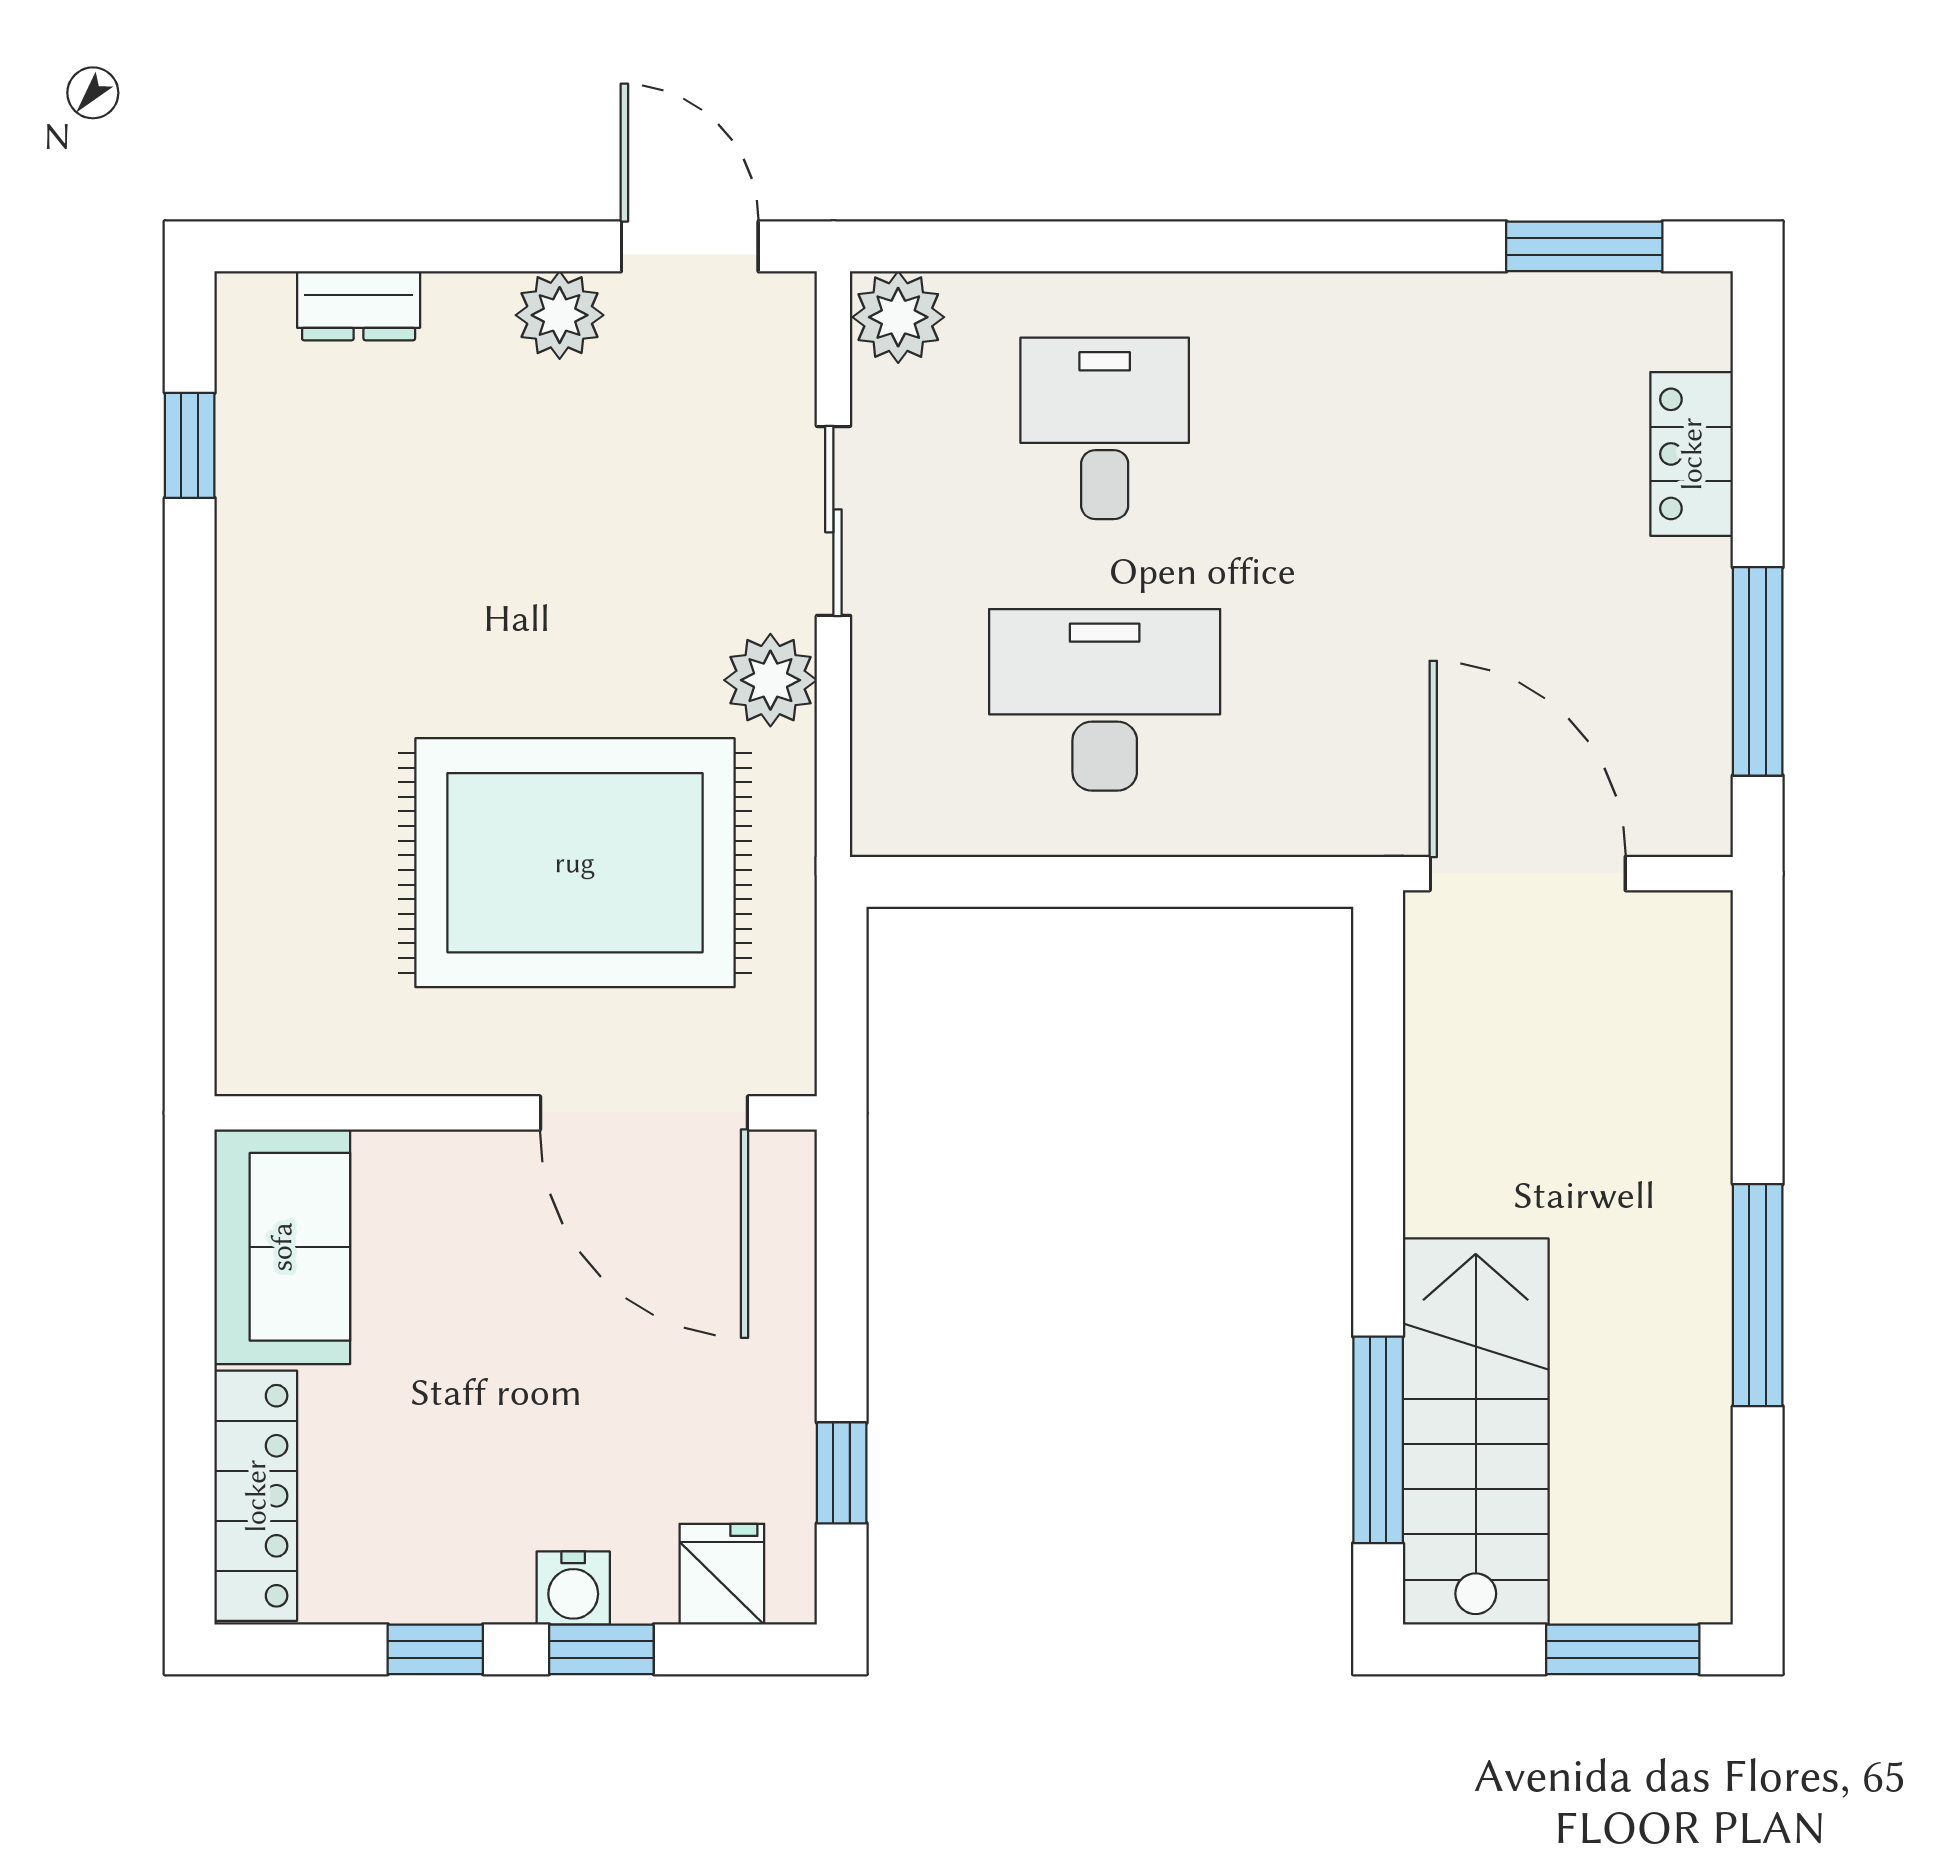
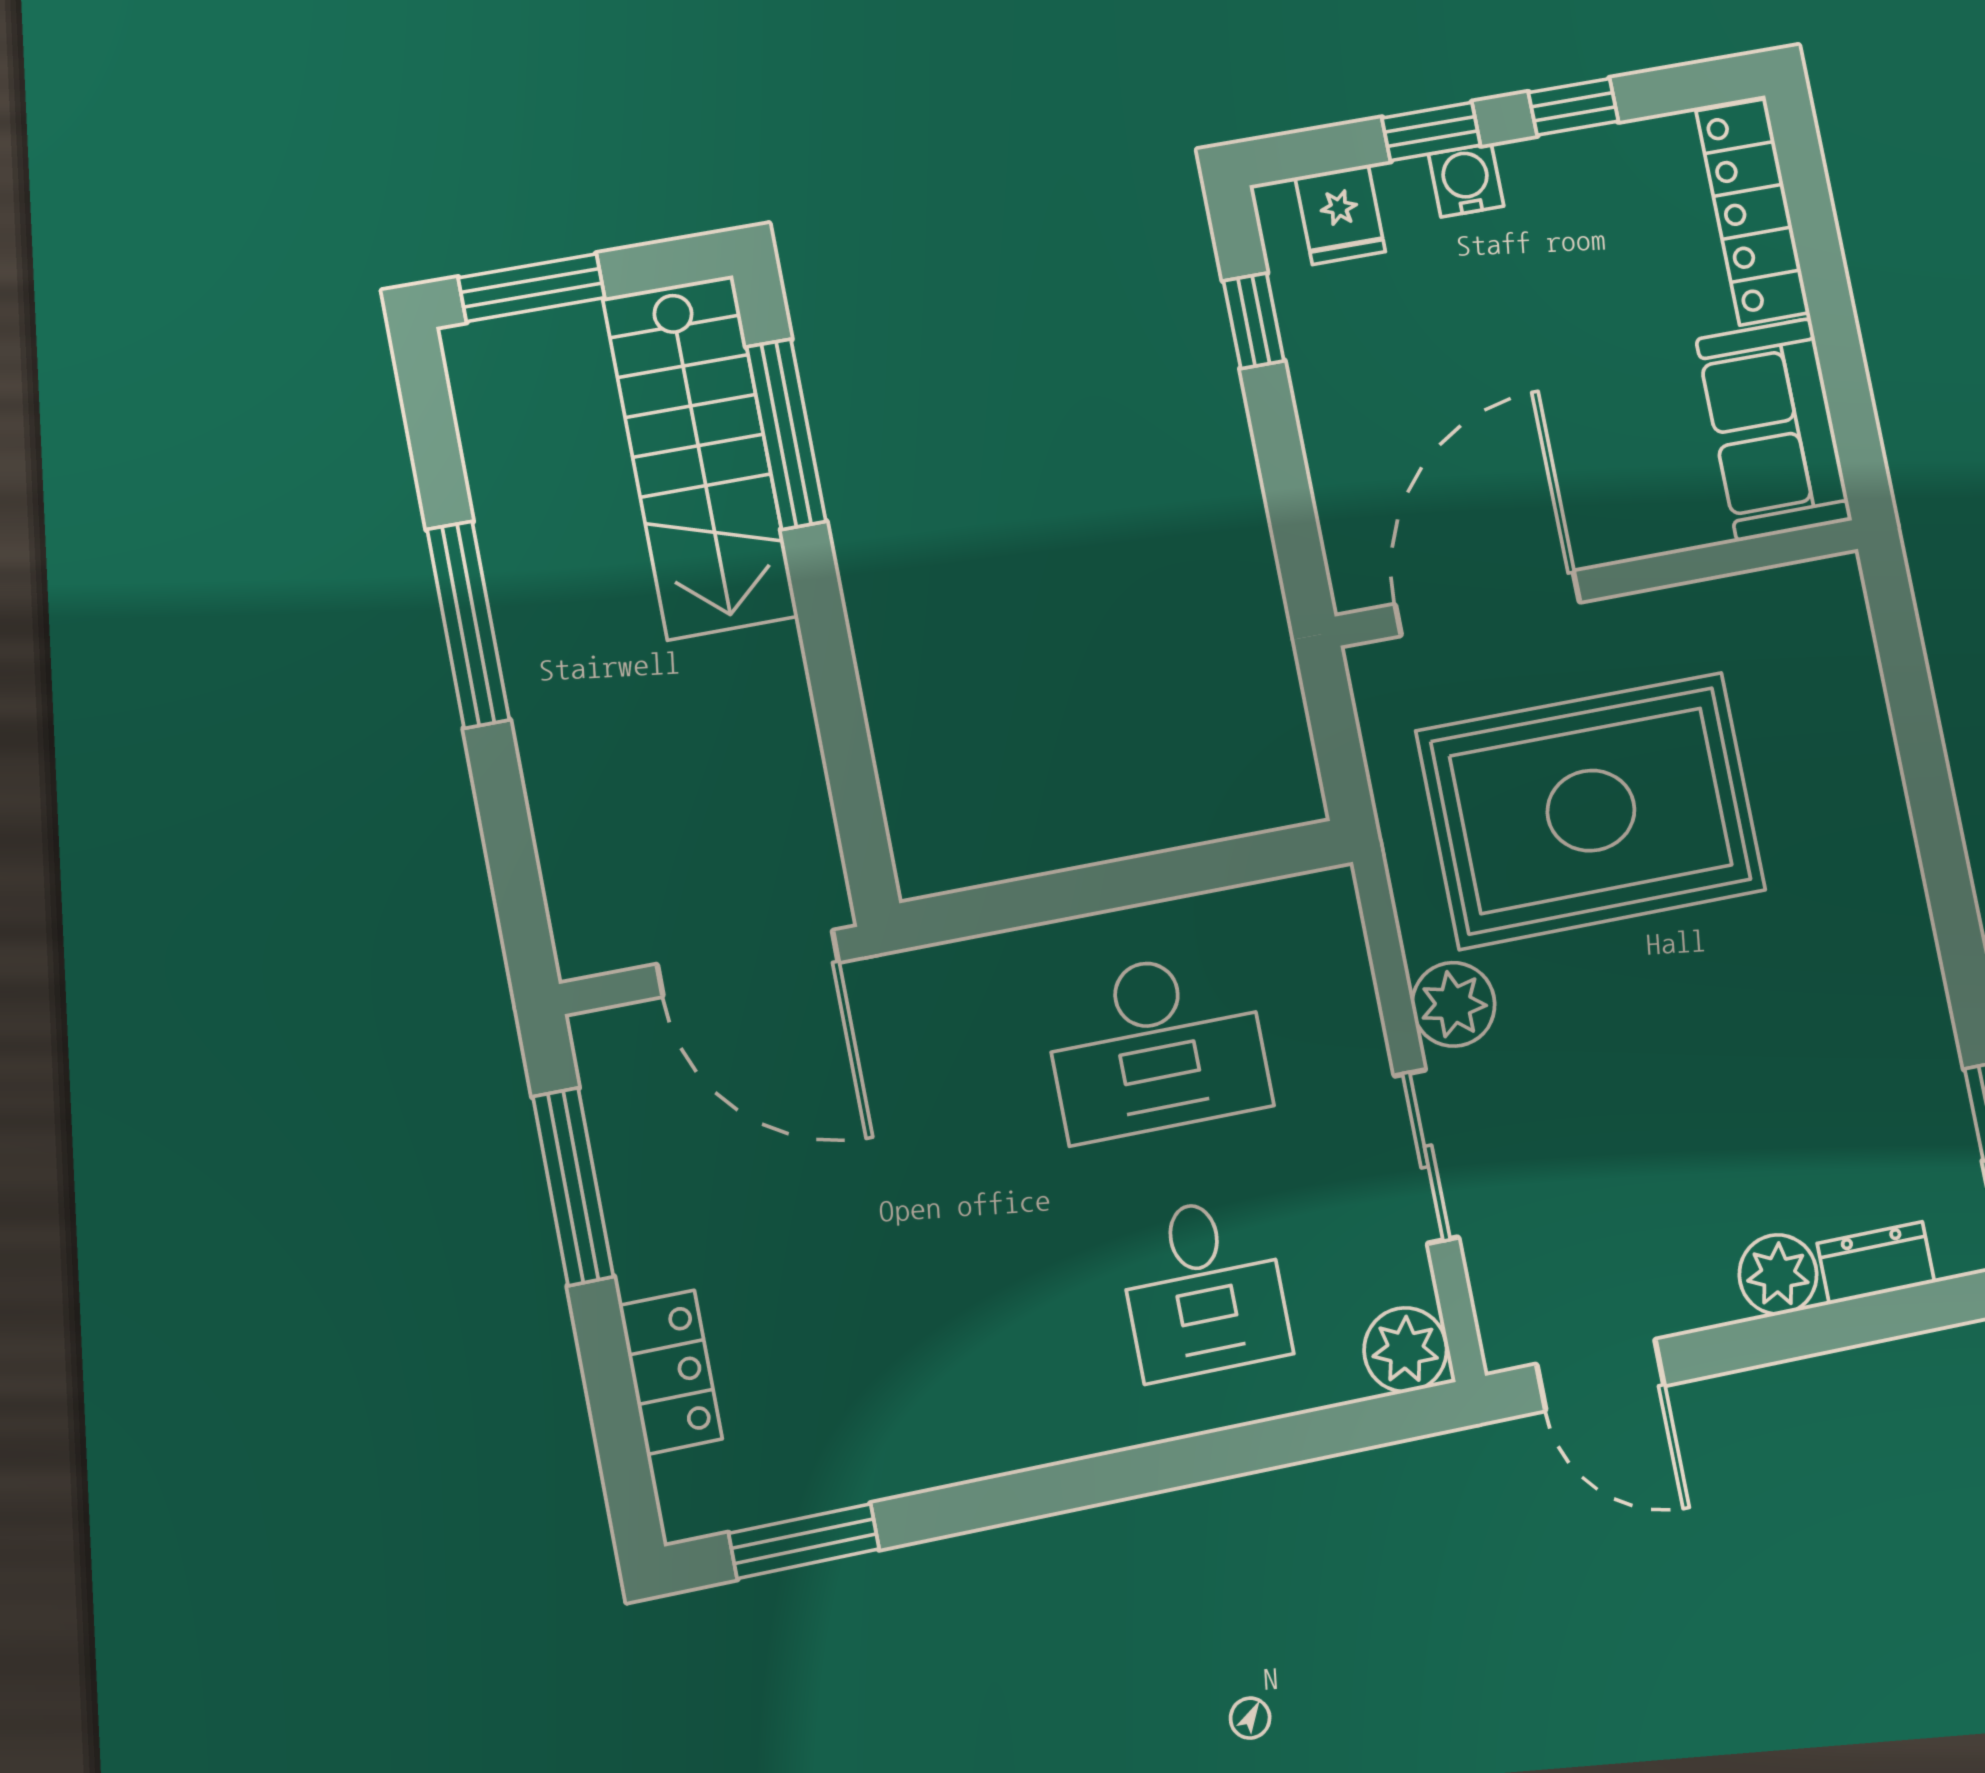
plant: (560, 315) -> (1778, 1275), moved
door: (644, 1113) -> (1488, 603), hinge flipped

